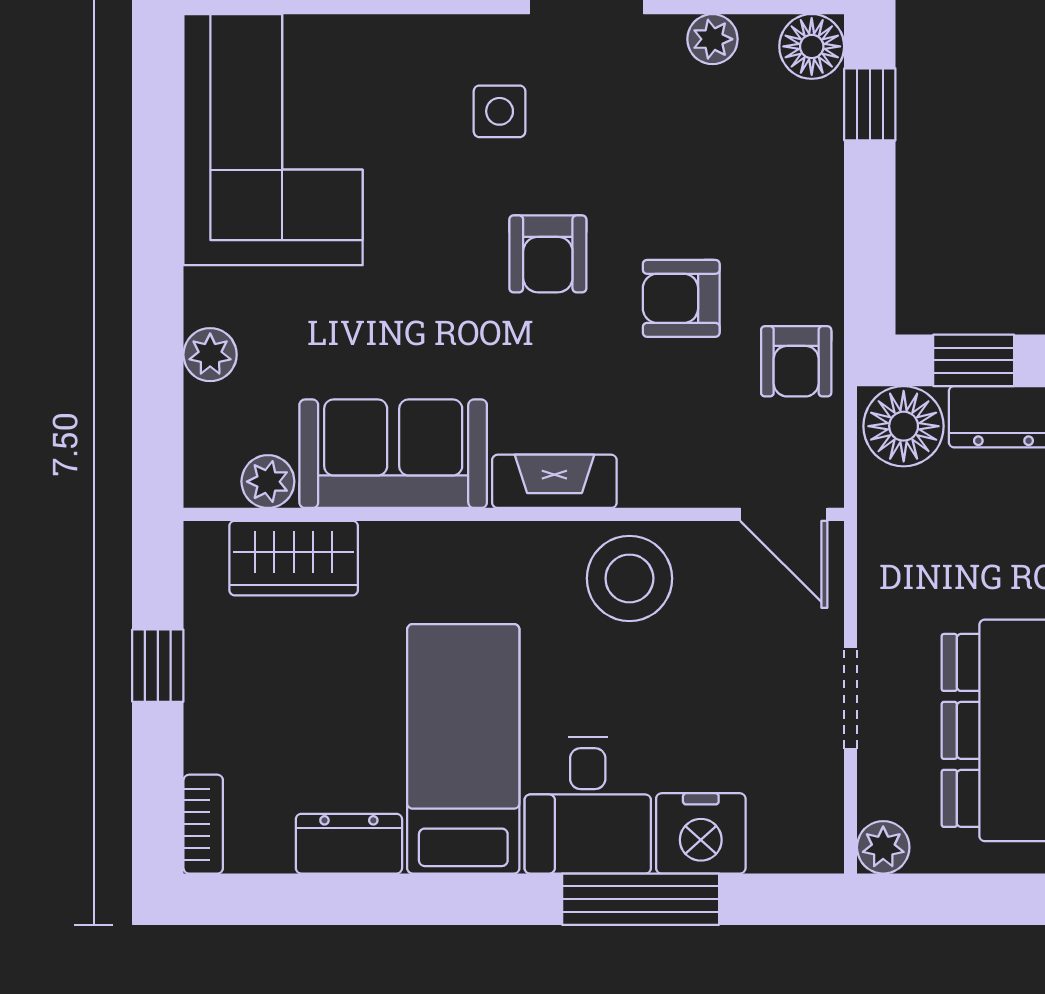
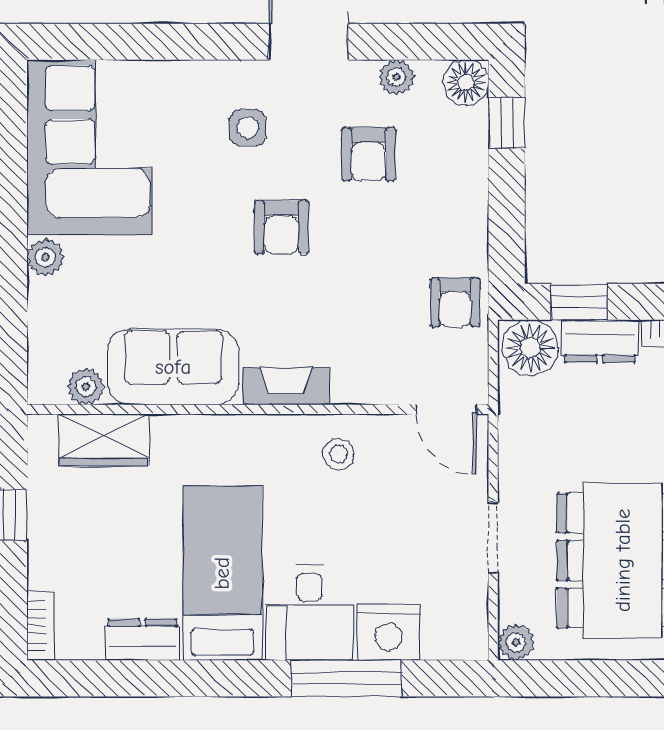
armchair: (681, 298) -> (369, 154), moved, turned -90
plant: (210, 355) -> (45, 257), moved
stool: (629, 578) -> (339, 454), width x0.53, depth x0.53

